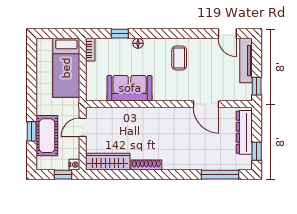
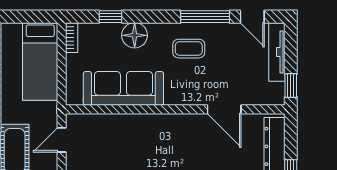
window: (192, 34) -> (205, 17), added
floor lamp: (138, 43) -> (135, 35), width x1.89, depth x1.89
coffee table: (179, 58) -> (189, 49), turned 90
sofa: (130, 88) -> (123, 88), width x1.36

